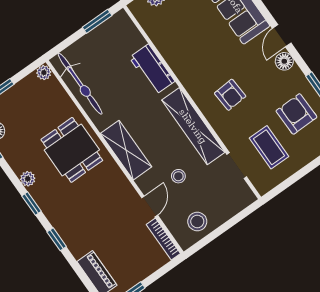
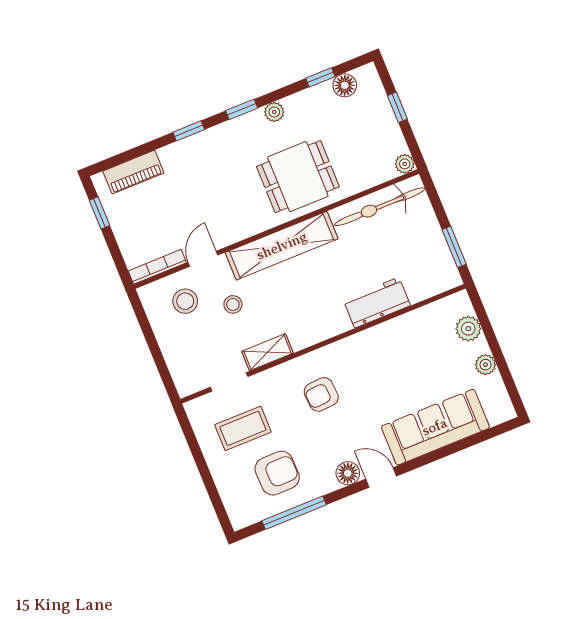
shelving: (193, 126) -> (267, 352), width x0.45, depth x0.75
shelving: (126, 150) -> (282, 246), width x1.47
door: (150, 206) -> (203, 259), swing flipped
stool: (197, 221) -> (185, 301), moved

